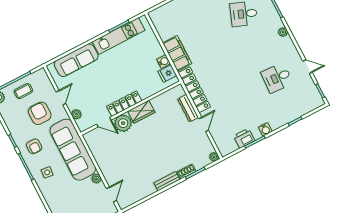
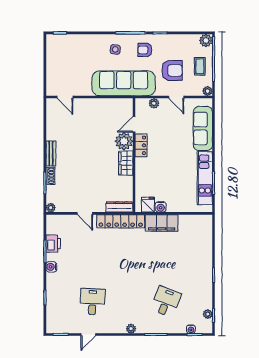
locker: (124, 104) -> (141, 145), width x0.66
dresser: (188, 108) -> (119, 207), moved
plant: (96, 179) -> (208, 91), moved

